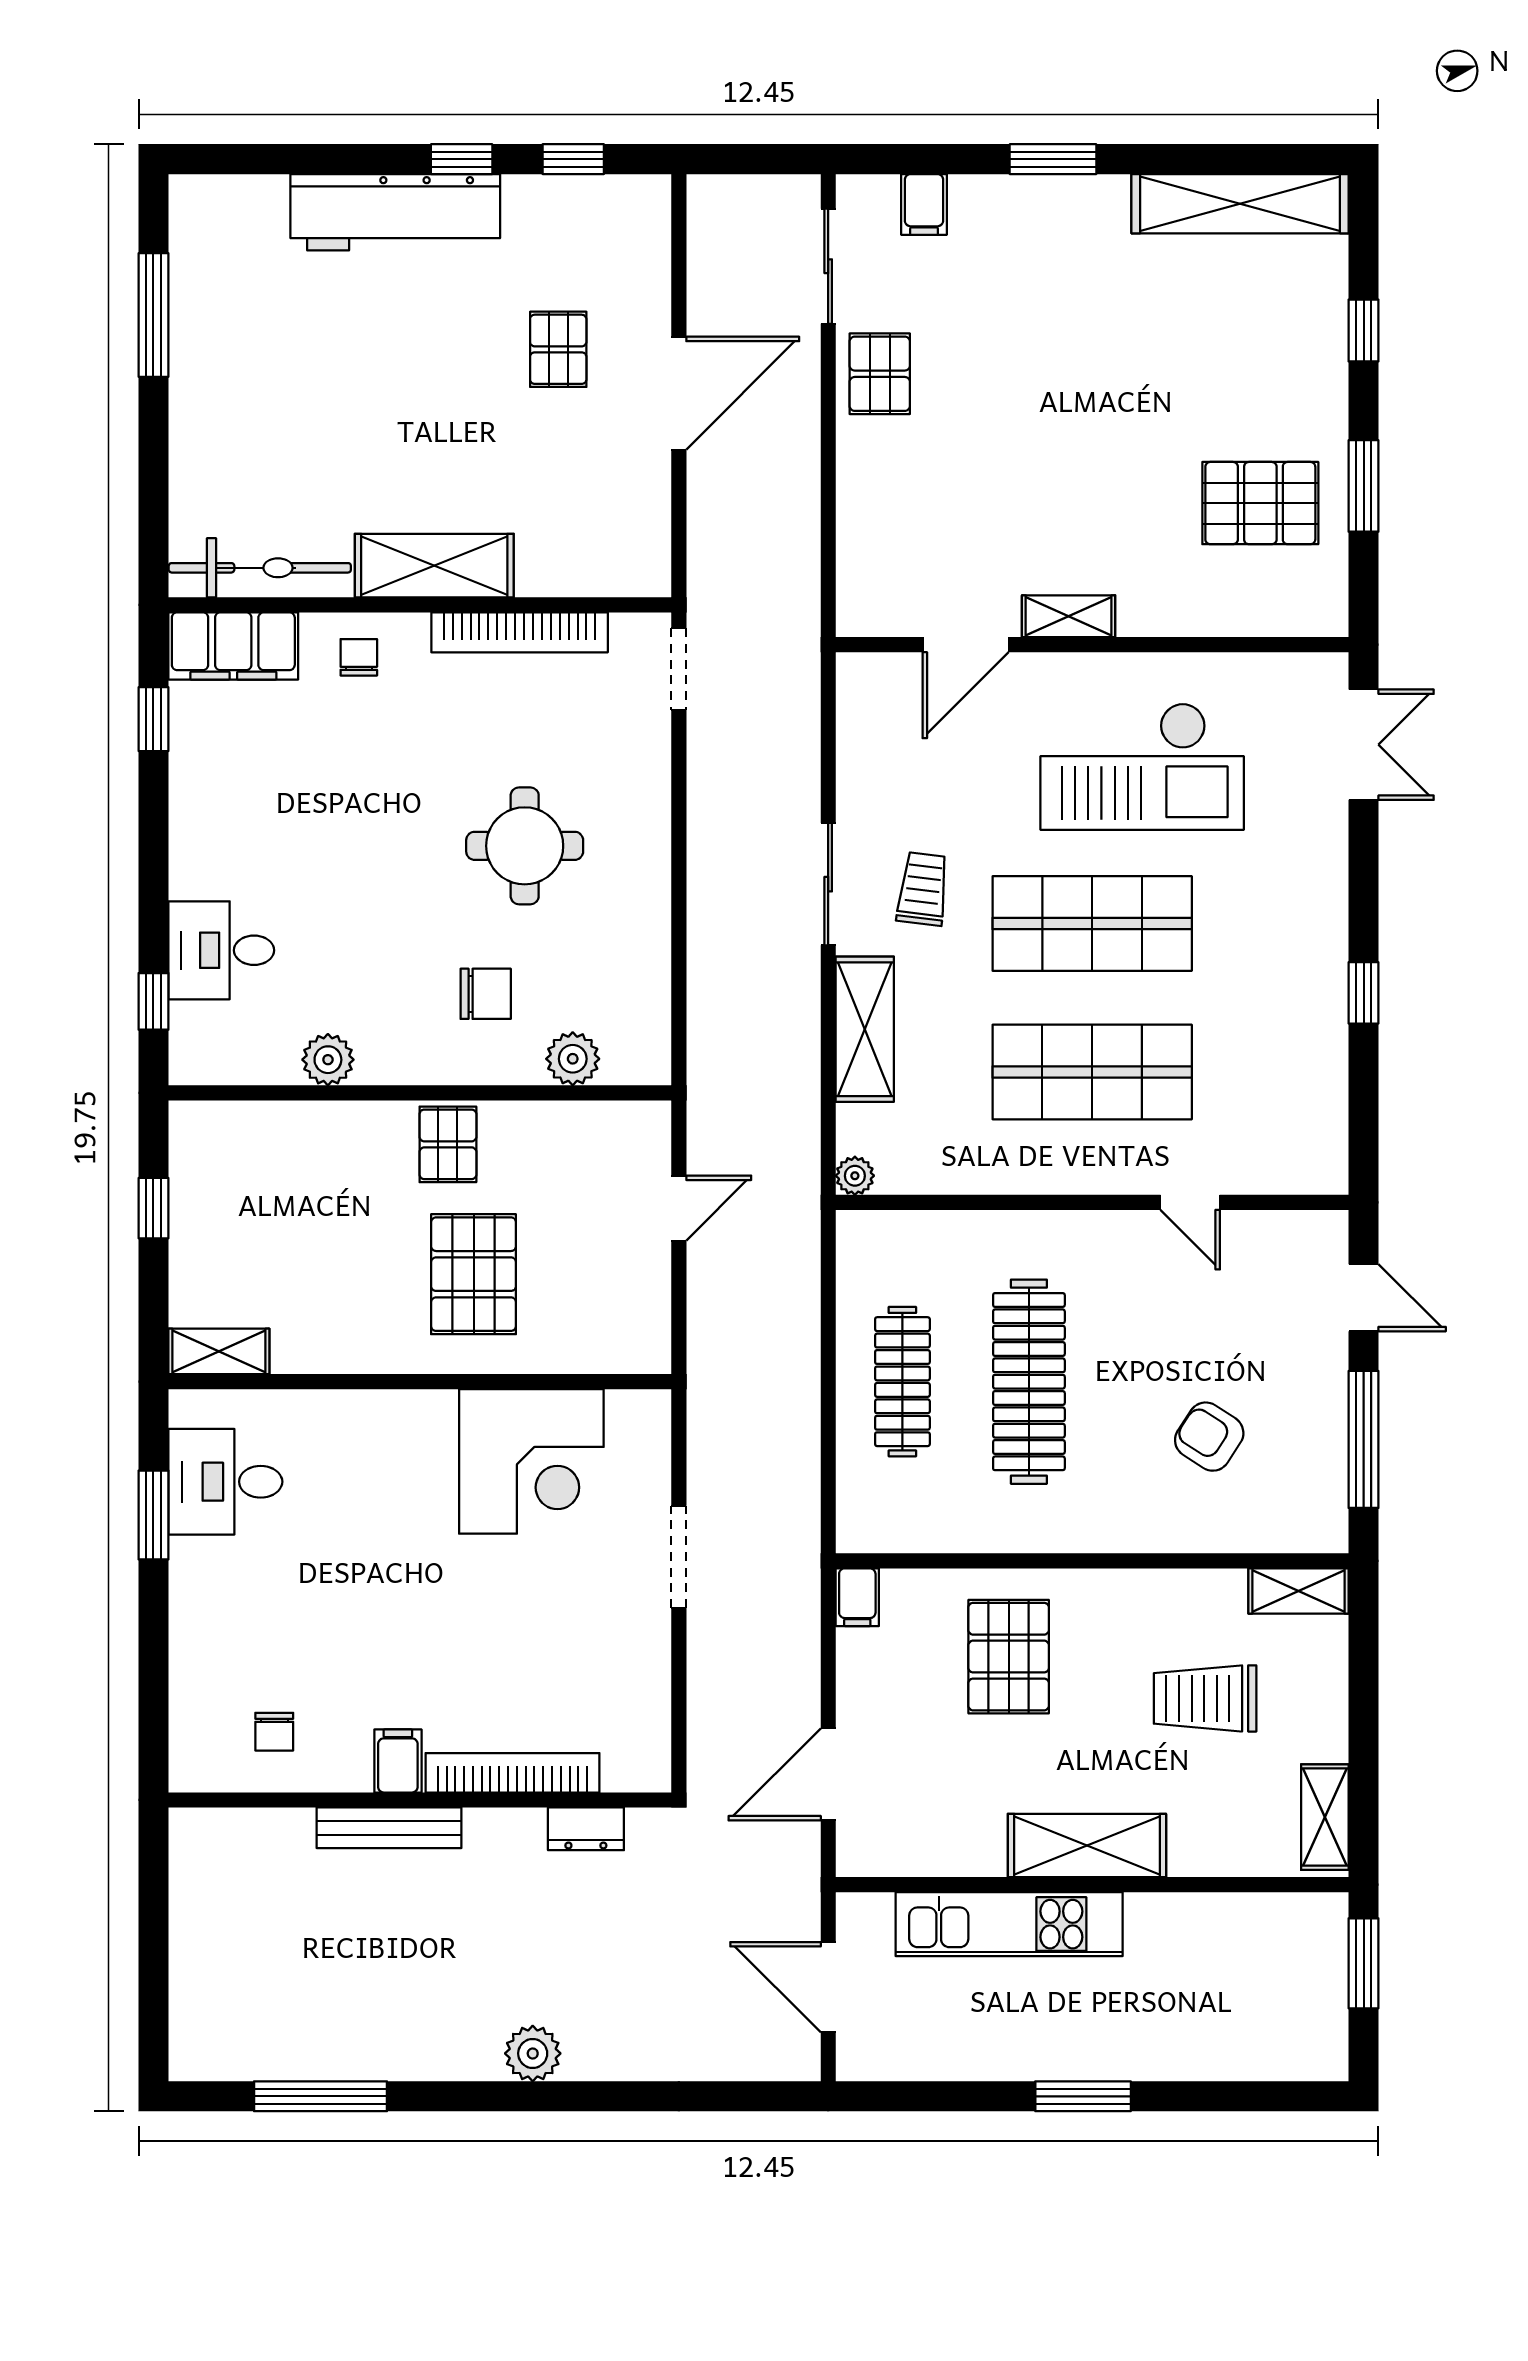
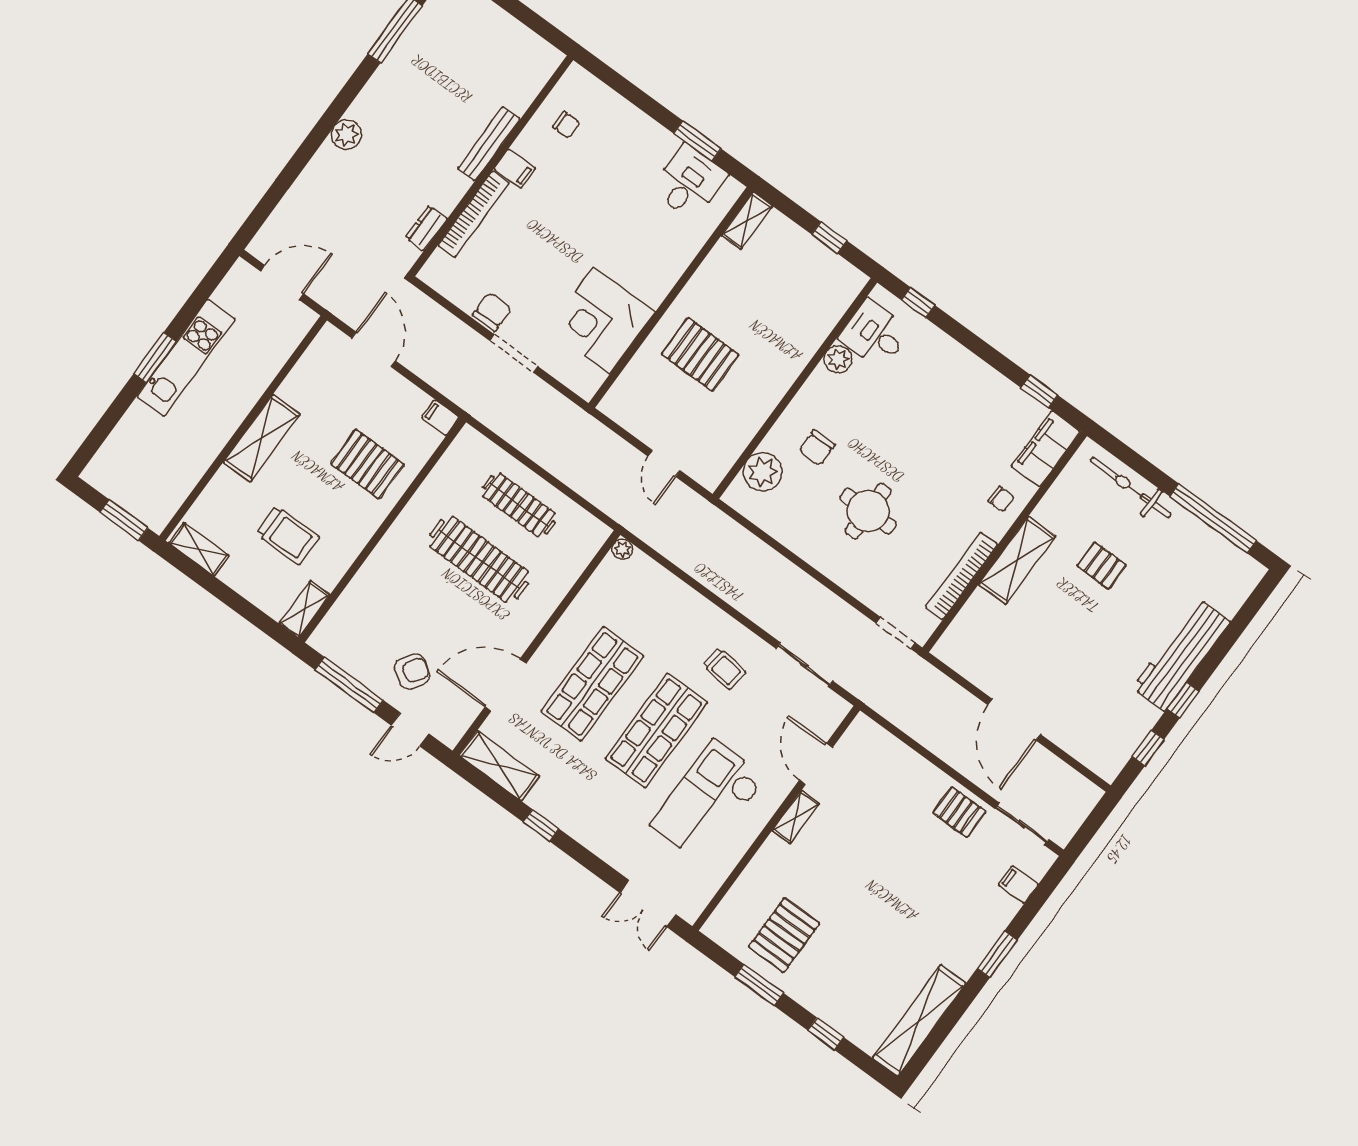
window: (153, 315) -> (1213, 518), width x1.46
pallet: (558, 349) -> (1102, 566), moved
bicycle: (260, 568) -> (1131, 487), moved, turned 90
sliding door: (828, 884) -> (804, 664), moved
desk: (221, 950) -> (875, 334), moved, turned -90
shelving: (865, 1029) -> (499, 766), moved
plant: (573, 1059) -> (763, 472), width x1.36, depth x1.36
pallet: (448, 1144) -> (764, 384), removed
door: (1190, 1202) -> (506, 685), width x1.88
armchair: (1209, 1437) -> (412, 672), moved
chair: (640, 1637) -> (492, 312), added
trolley: (1205, 1698) -> (288, 535), turned 90
chair: (274, 1732) -> (566, 125), turned 180
kitchen unit: (1009, 1924) -> (186, 358), moved, turned 180

